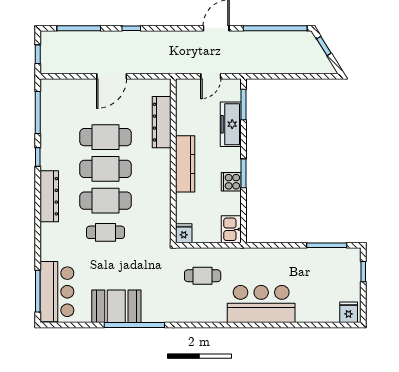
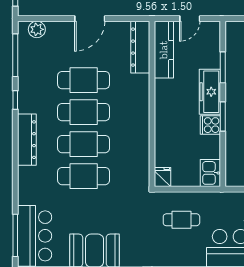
plant: (59, 87) -> (37, 29), added
window: (244, 105) -> (223, 67), moved
dresser: (162, 122) -> (140, 47), moved
freezer: (231, 124) -> (210, 92), moved
kitchen counter: (185, 164) -> (164, 50), moved
cafe table: (105, 232) -> (84, 176), width x1.37, depth x1.35

